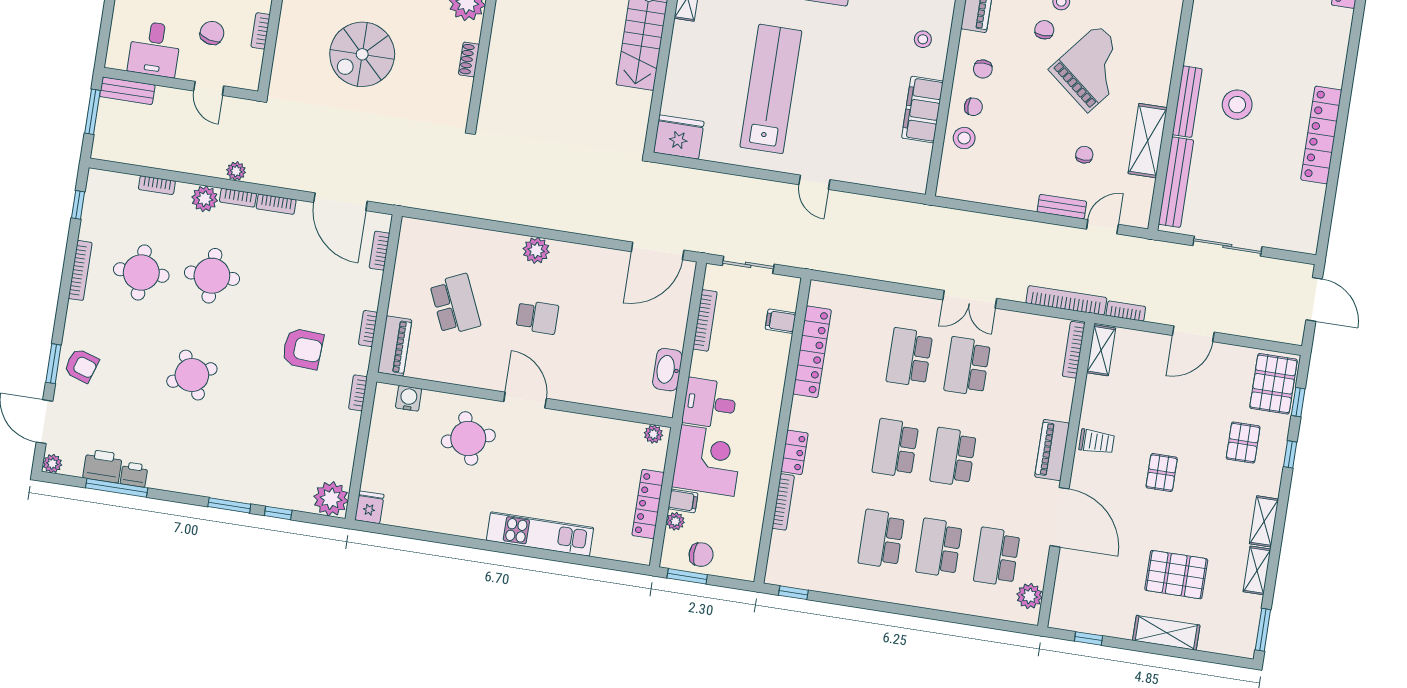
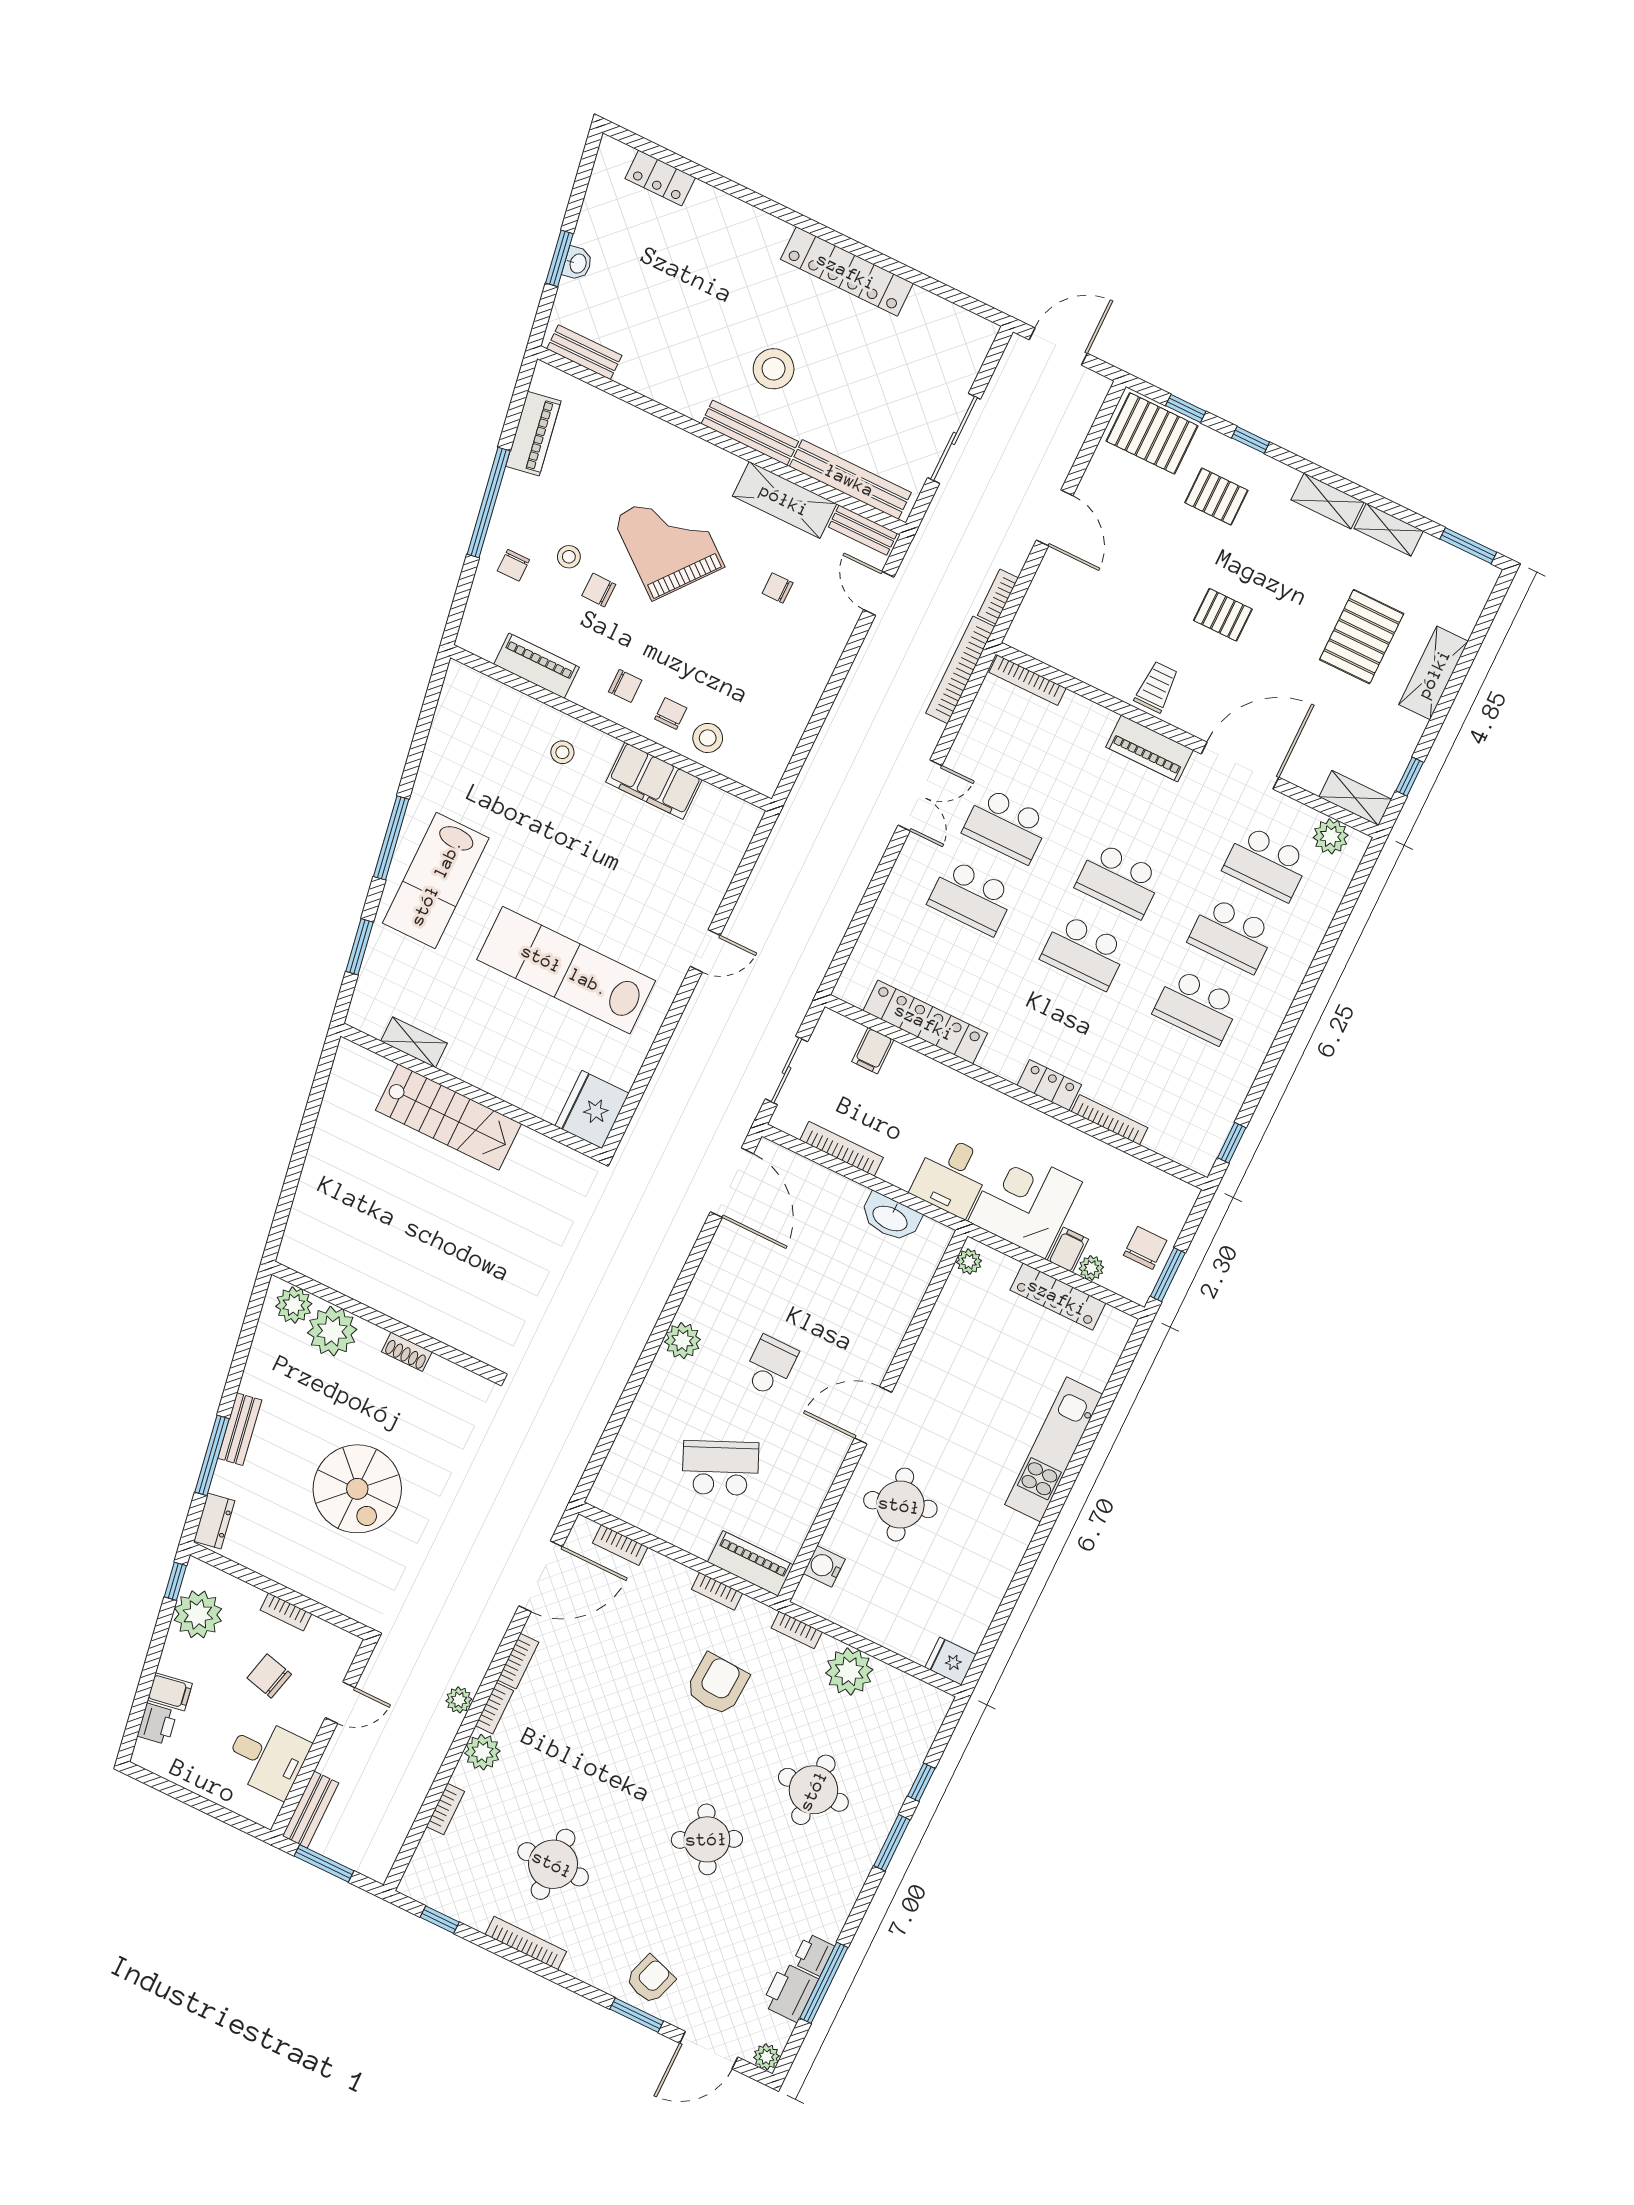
bench: (1062, 207) -> (863, 530), moved, turned 90
round table: (212, 276) -> (813, 1790), moved
shelving: (1101, 350) -> (1355, 798), moved
plant: (331, 499) -> (849, 1671), moved

